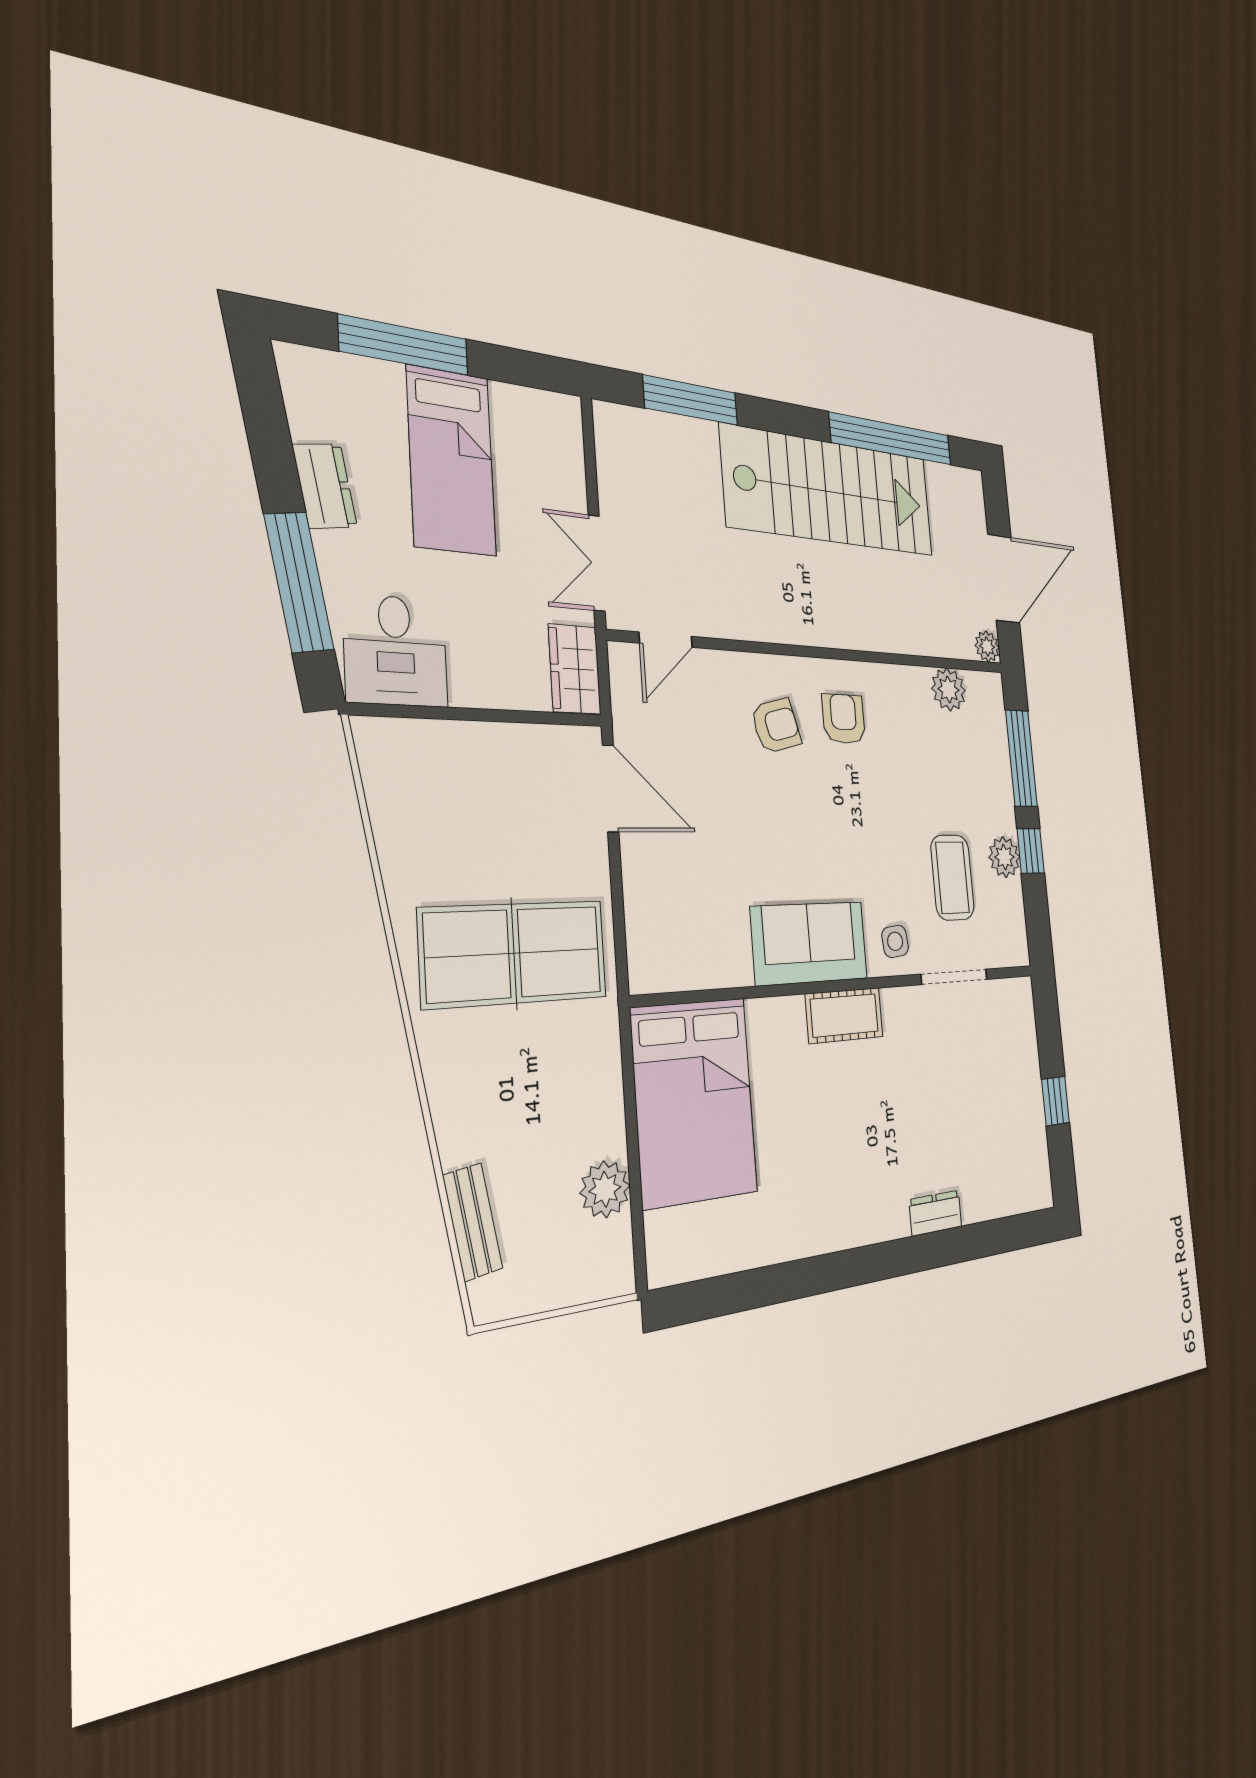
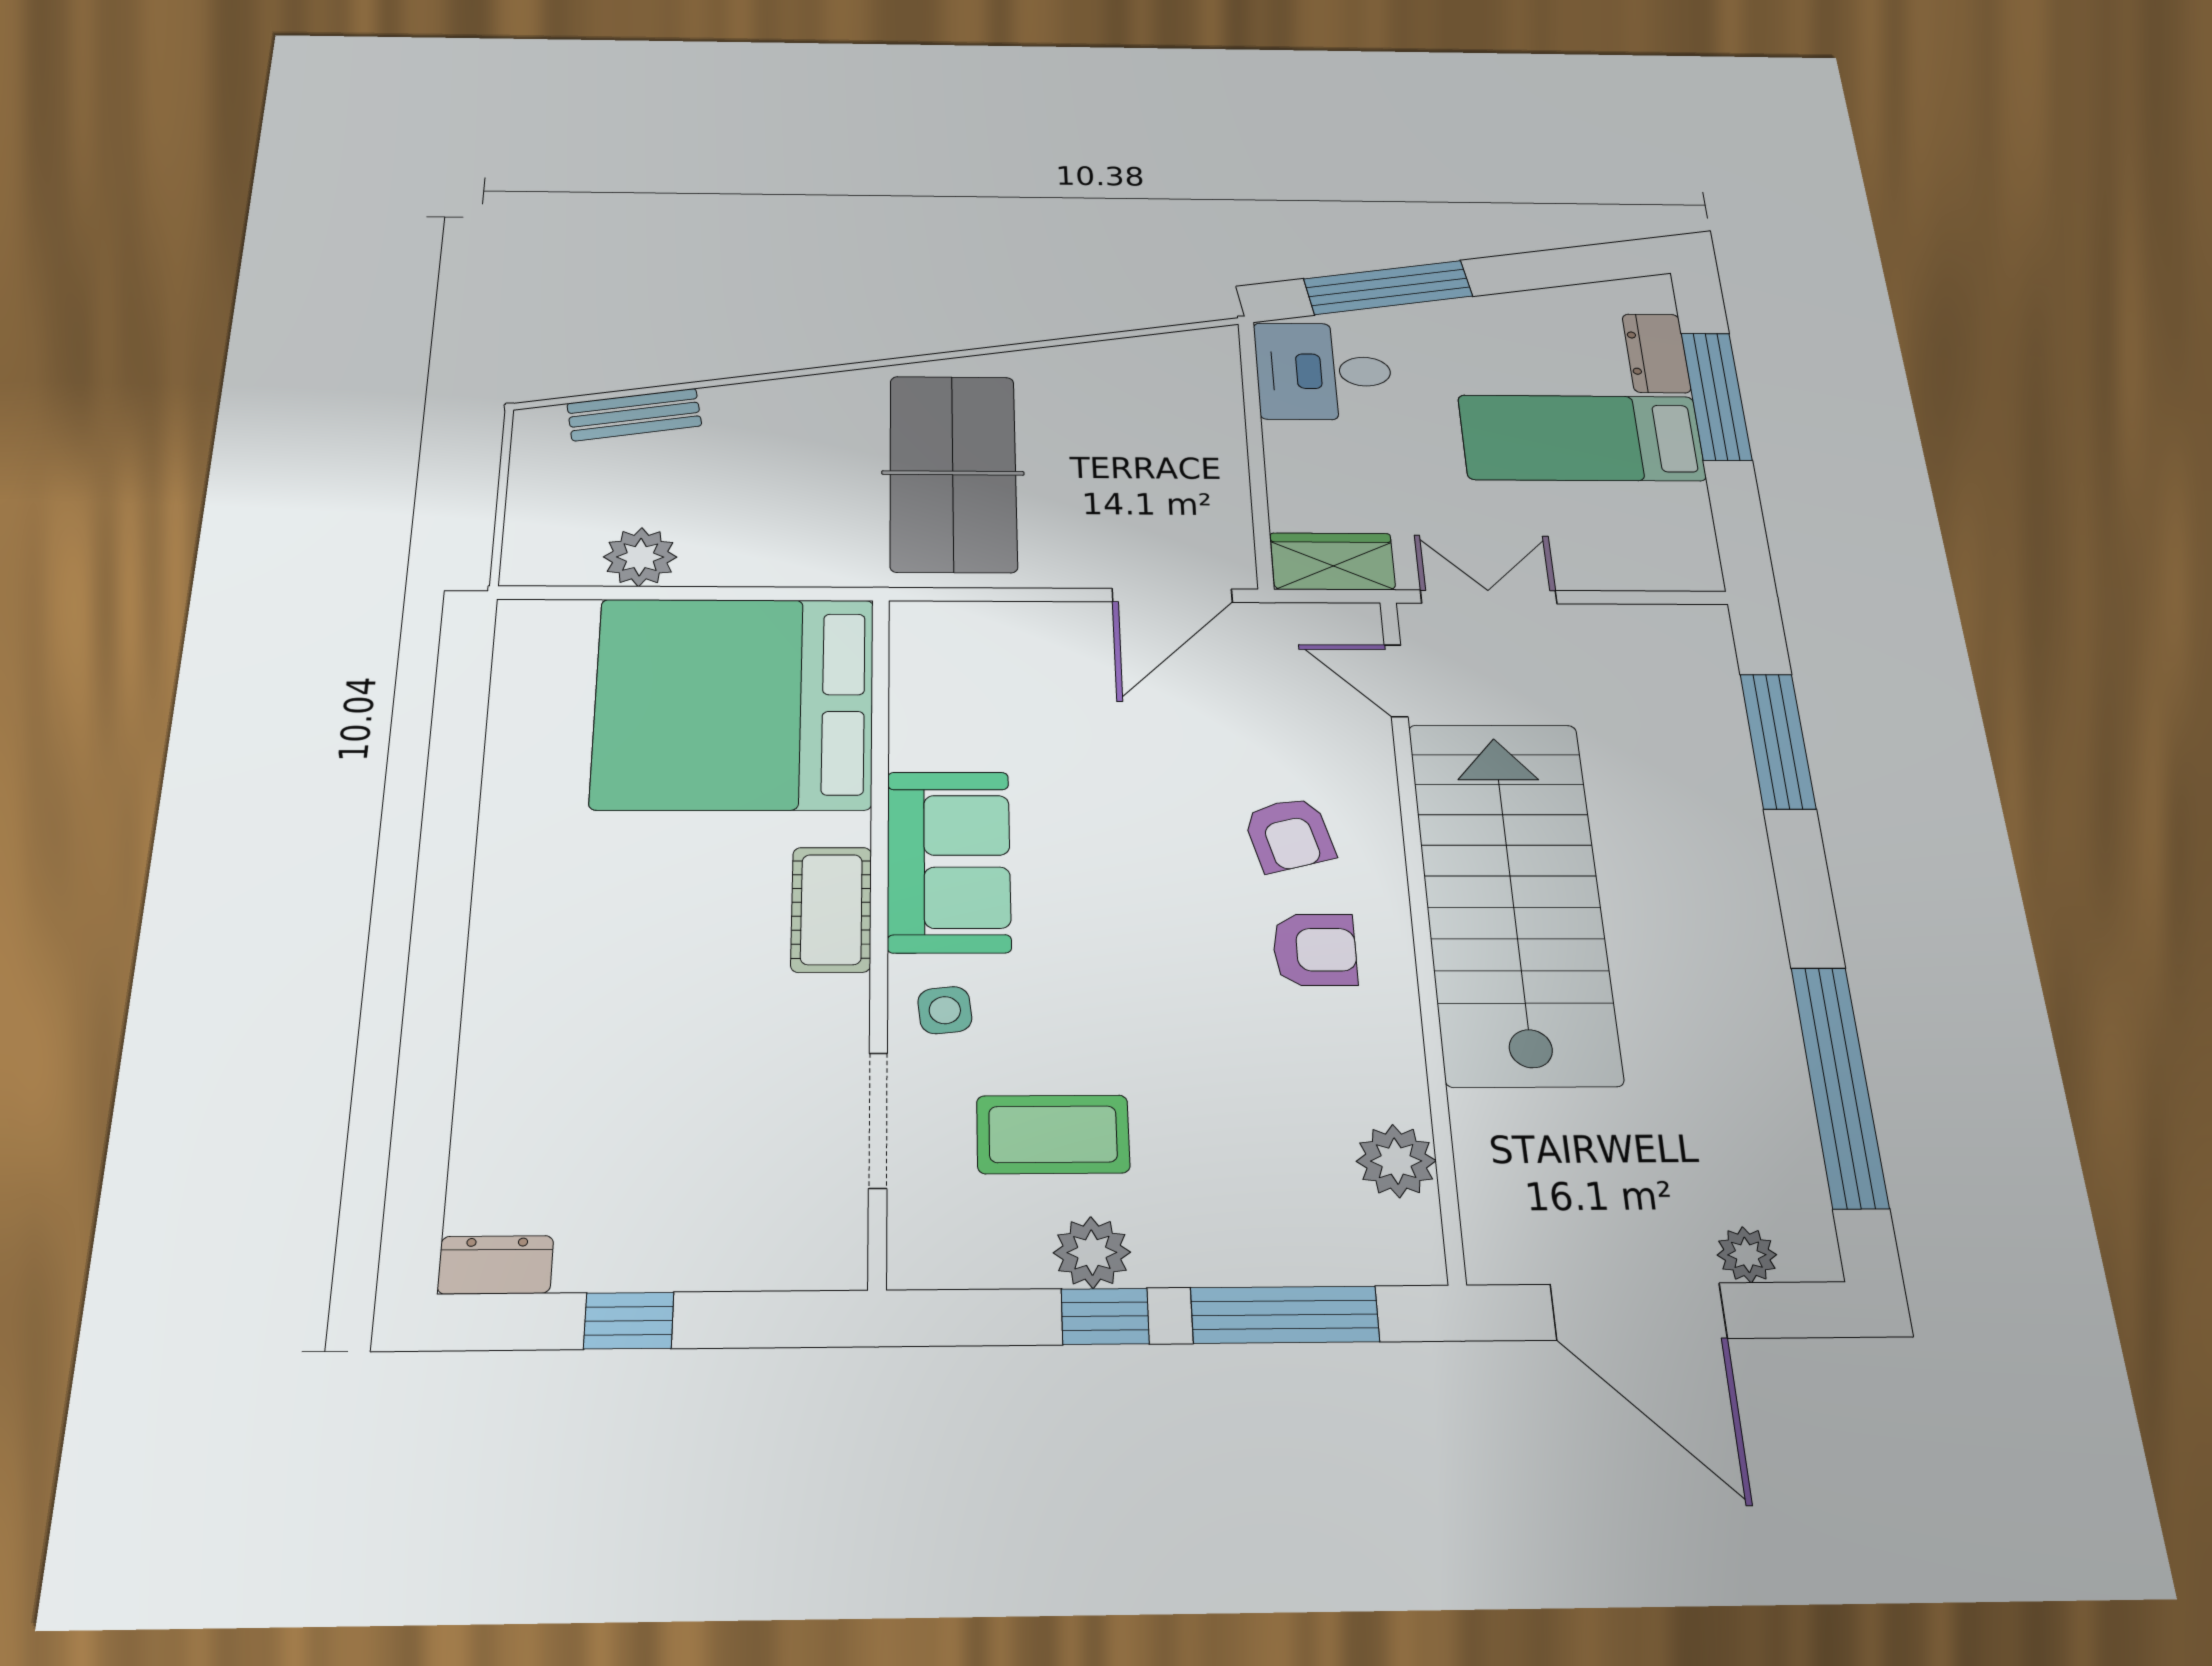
dresser: (325, 486) -> (1656, 353), moved, turned 99
stairs: (830, 492) -> (1513, 900), moved, turned 180
plant: (987, 646) -> (1747, 1255), moved
bed: (694, 1101) -> (734, 703), width x1.36
dresser: (935, 1213) -> (496, 1265), moved, turned -90

